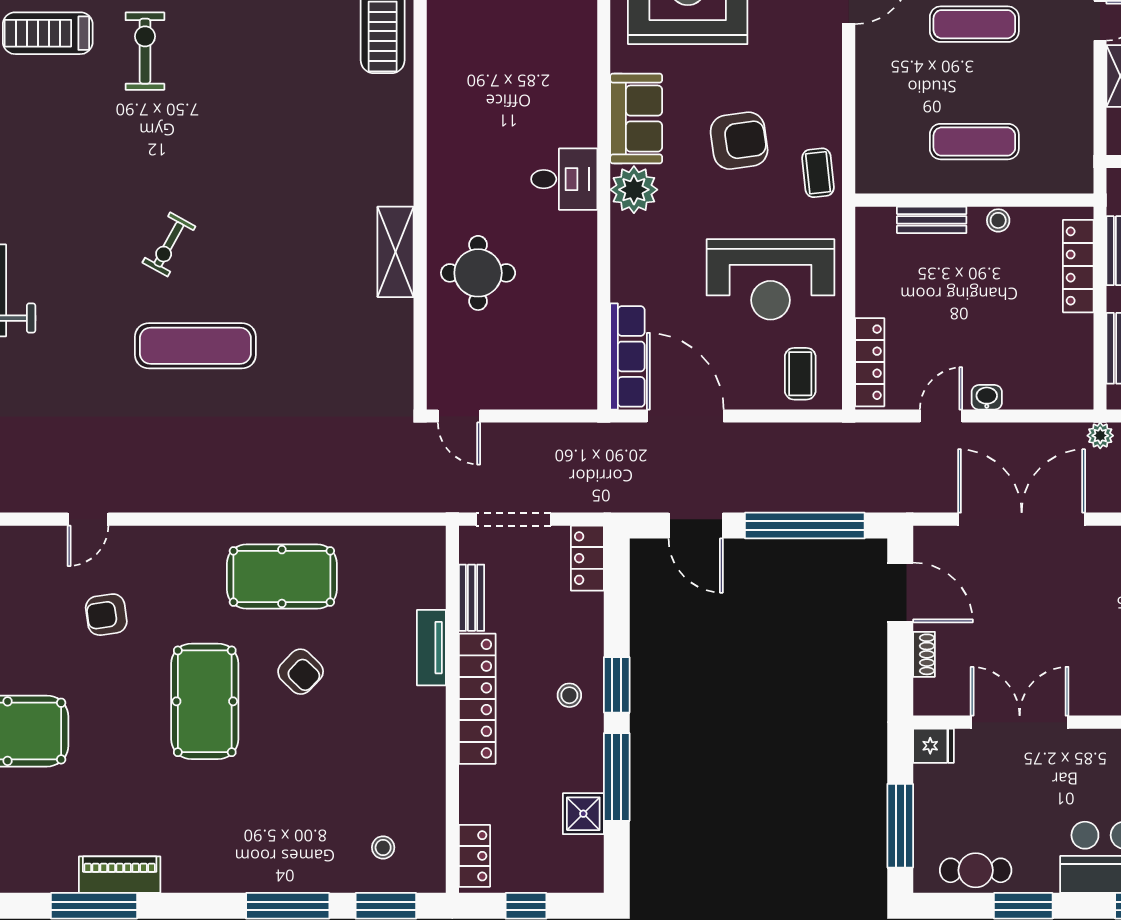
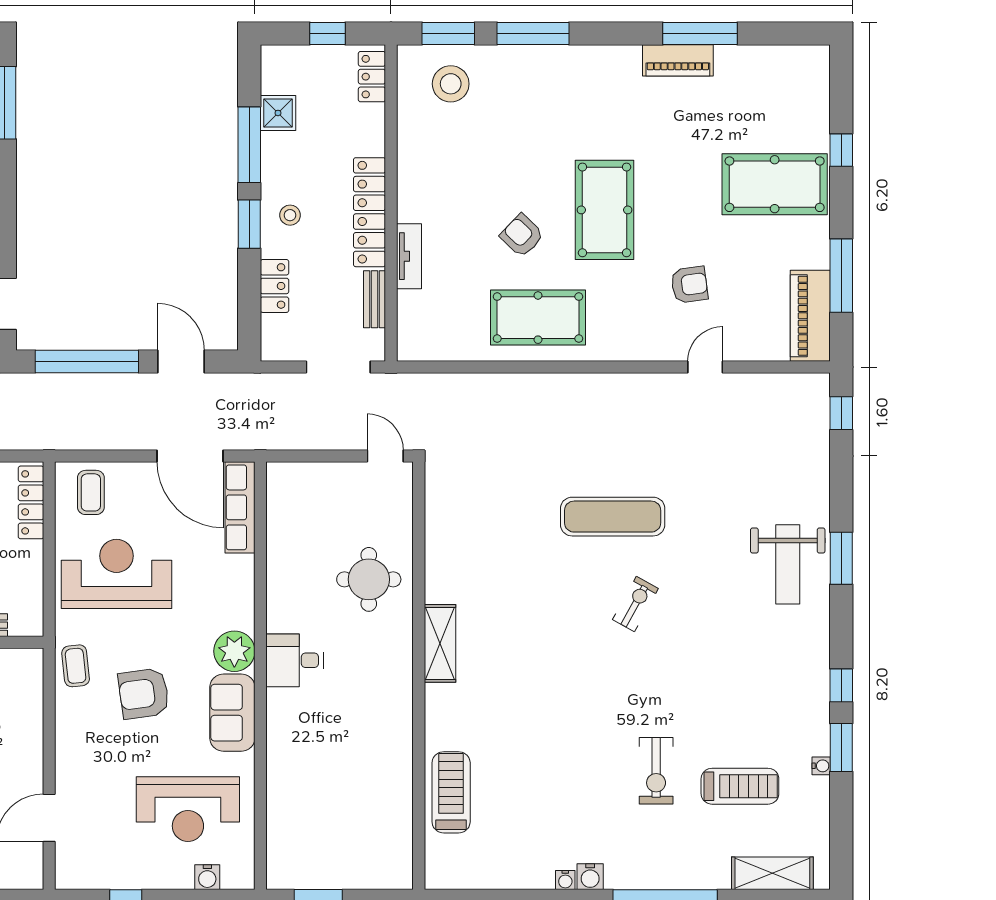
shelving: (396, 252) -> (440, 643), moved
locker: (587, 558) -> (275, 286), moved
stool: (383, 847) -> (451, 84), width x1.89, depth x1.89

